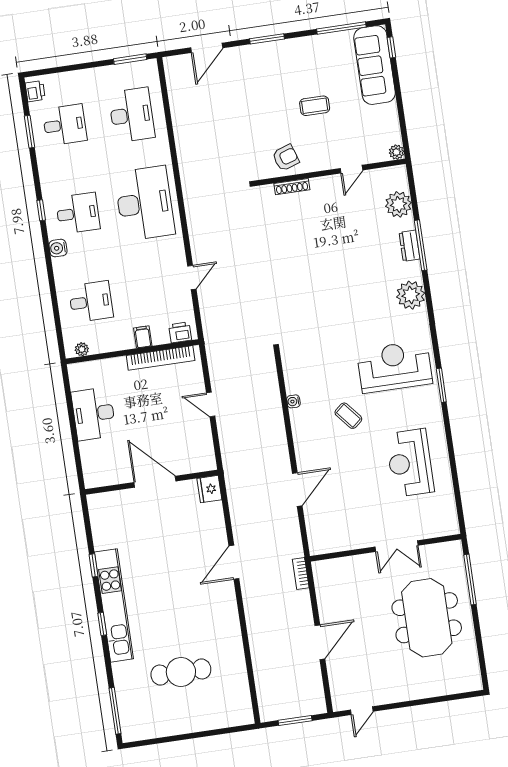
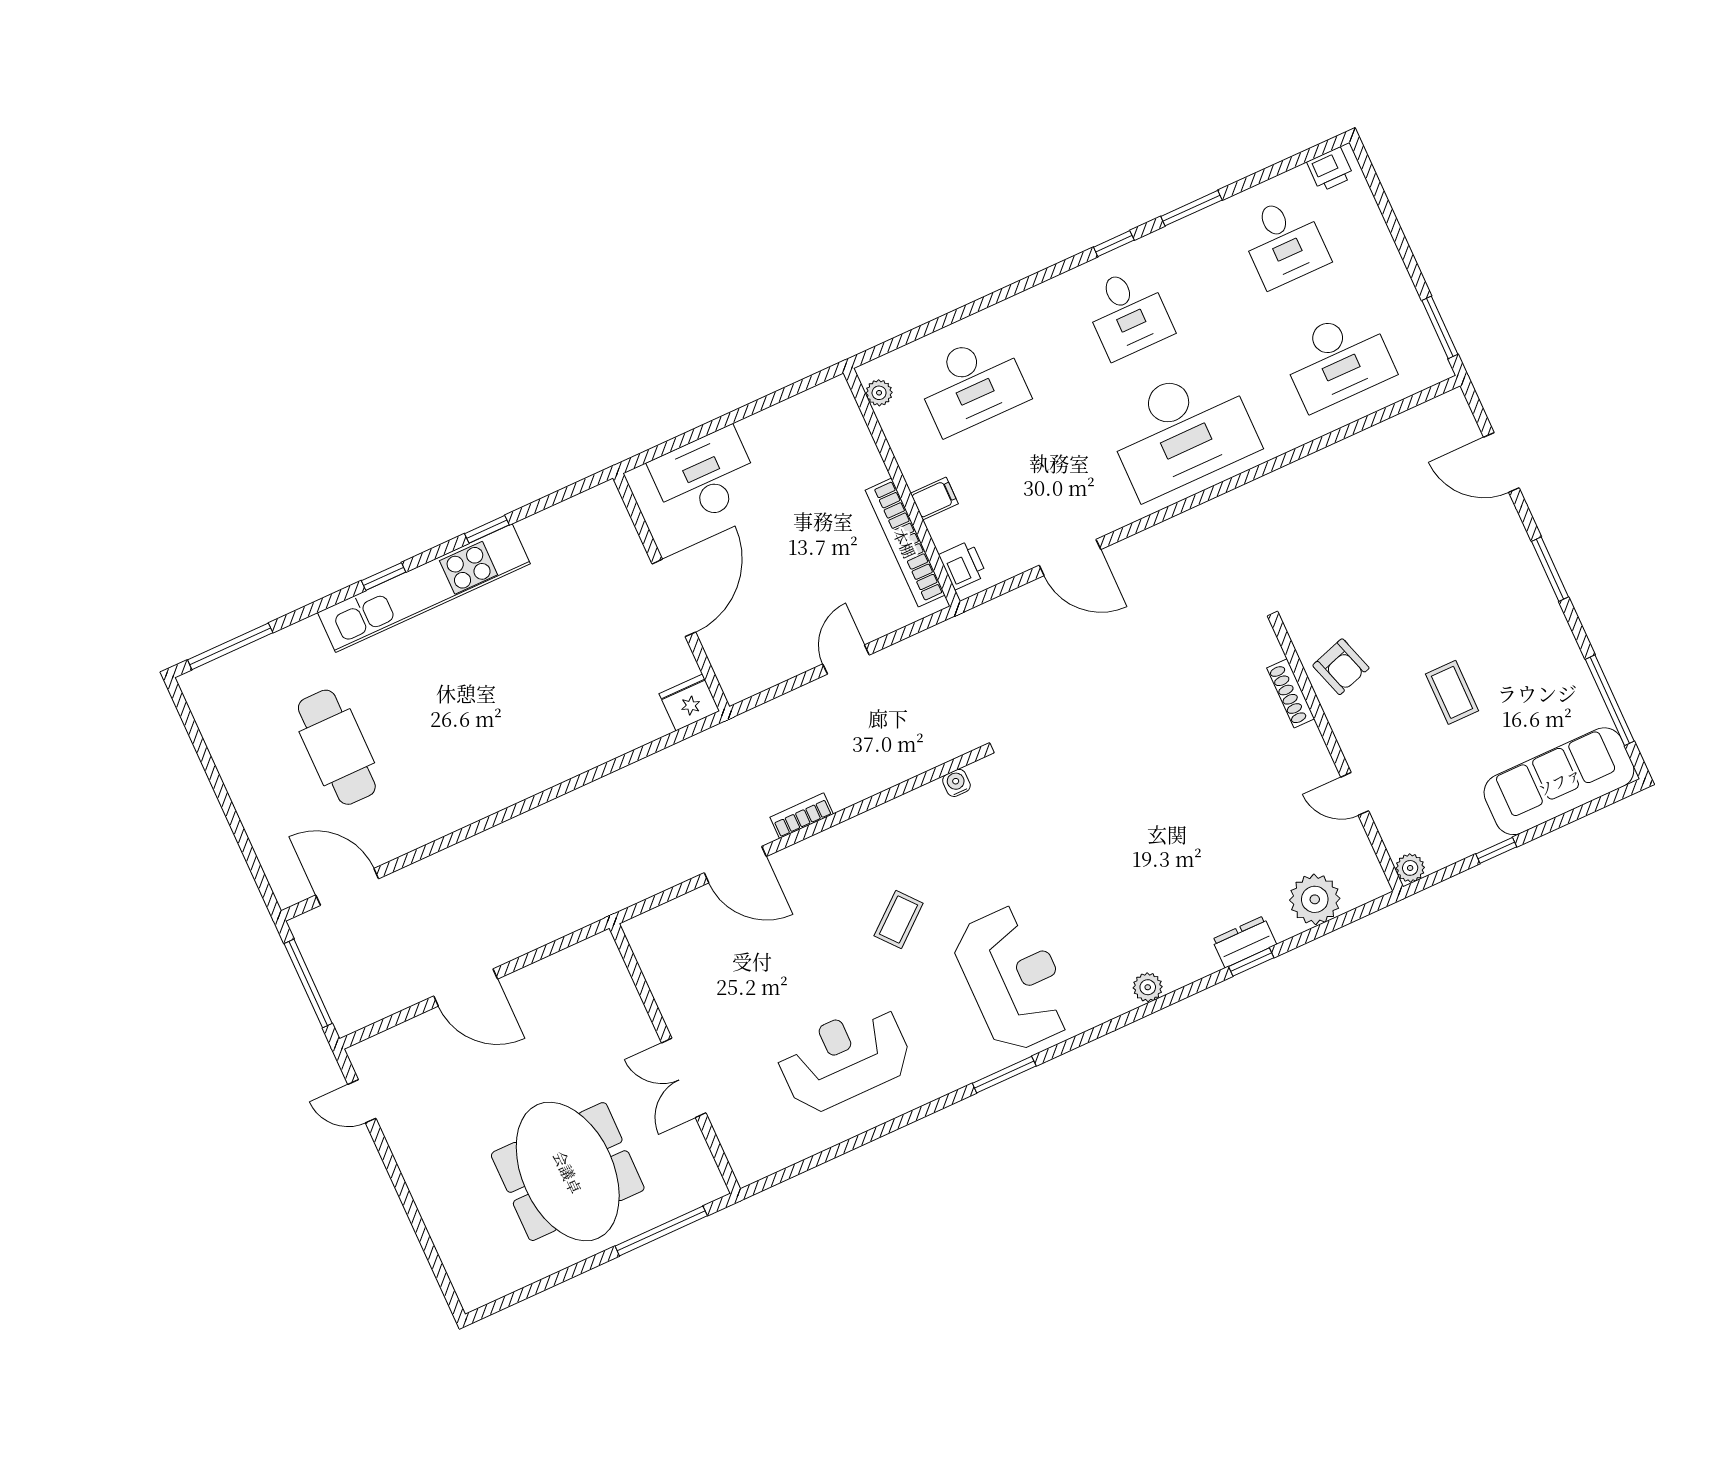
window: (391, 47) -> (1496, 850), moved
window: (29, 132) -> (1191, 208), moved
window: (421, 245) -> (1251, 962), width x0.46
water cooler: (58, 248) -> (1053, 295), removed
door: (192, 278) -> (1070, 557), width x1.38
plant: (411, 295) -> (1148, 987), width x0.53, depth x0.53
desk: (91, 302) -> (972, 384), width x1.37
water cooler: (293, 401) -> (956, 783), moved
desk: (94, 414) -> (705, 477), moved
door: (234, 562) -> (347, 887), moved
bookcase: (301, 574) -> (802, 816), moved
meeting table: (427, 618) -> (568, 1172), turned 90
window: (295, 720) -> (308, 984), width x1.44

